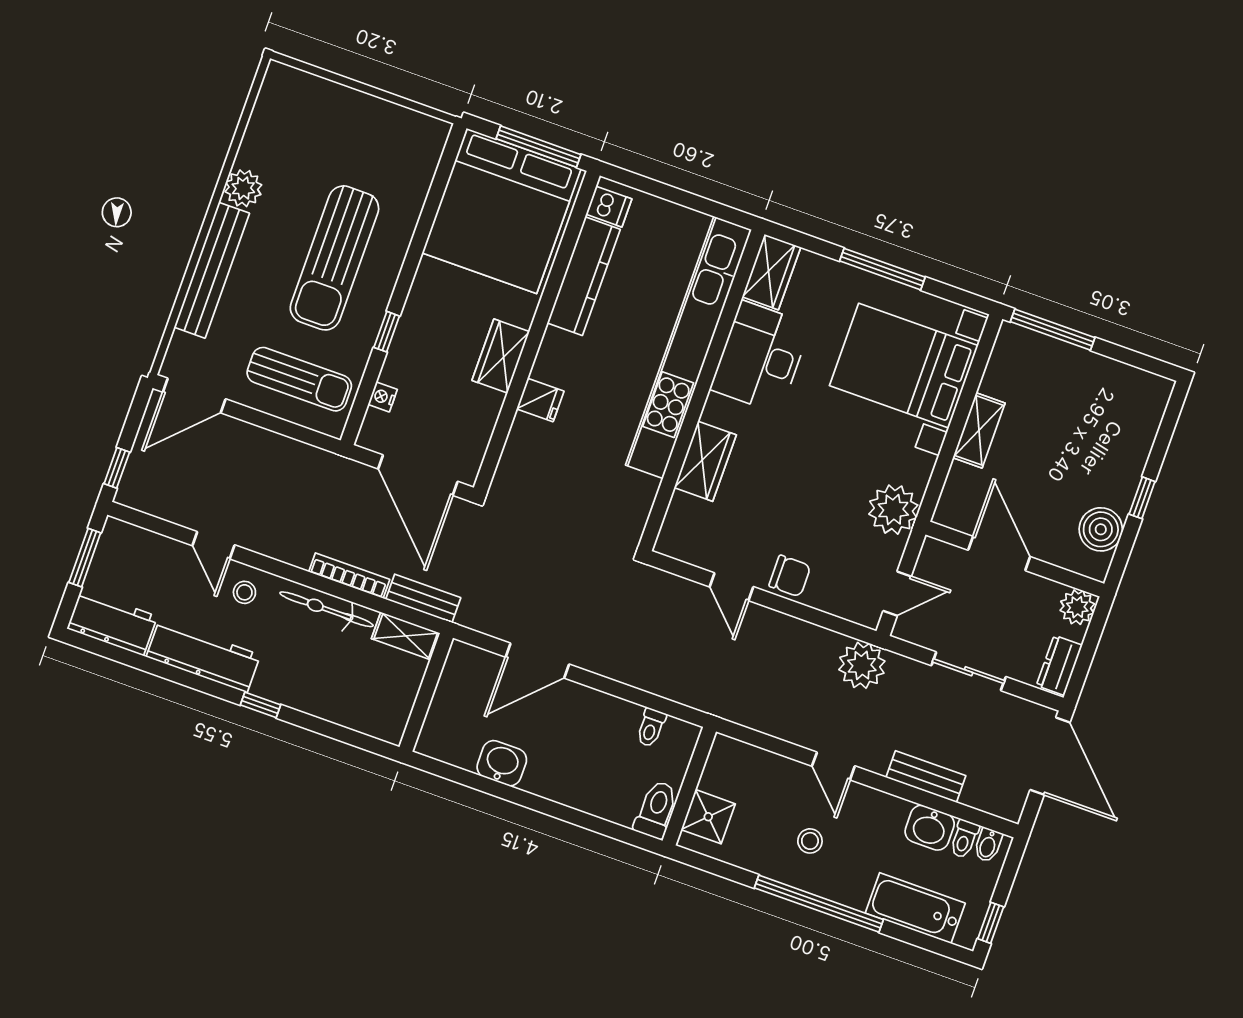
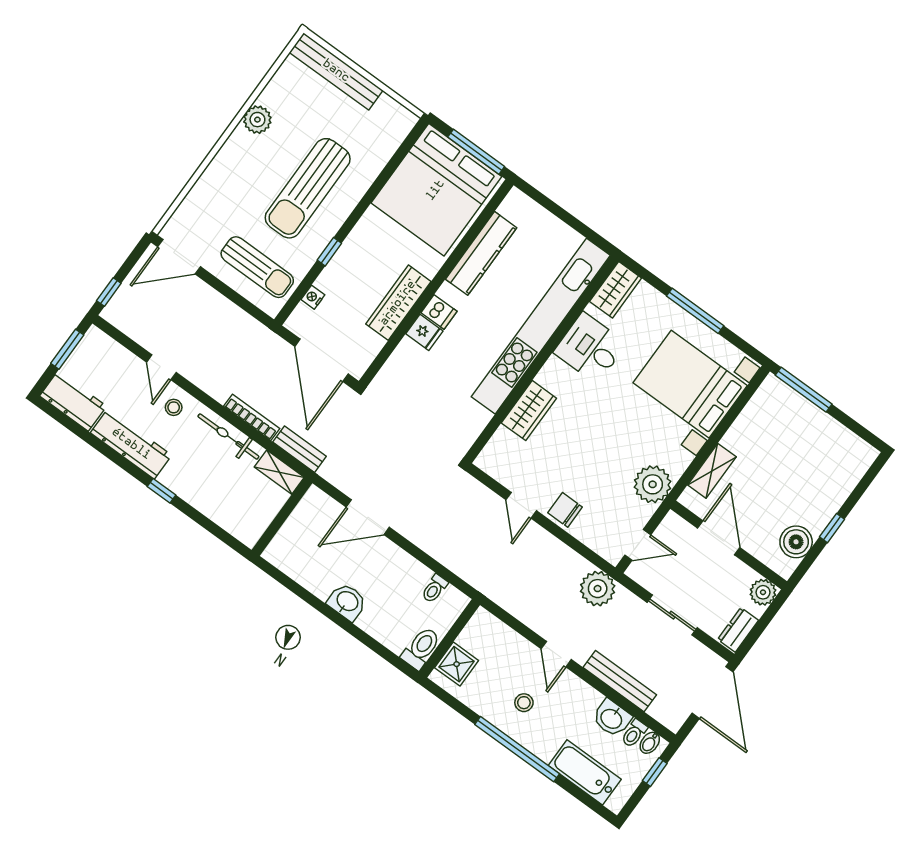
dishwasher: (609, 207) -> (439, 312), moved
bench: (212, 270) -> (336, 71), moved, turned 90
wardrobe: (501, 356) -> (398, 303), width x1.50
desk: (760, 357) -> (590, 348), width x0.73
shelving: (979, 430) -> (712, 471), moved
chair: (790, 576) -> (565, 510), turned 180
washbasin: (502, 763) -> (347, 602), moved
bench: (926, 777) -> (620, 681), width x1.36
window: (991, 923) -> (655, 772), moved

